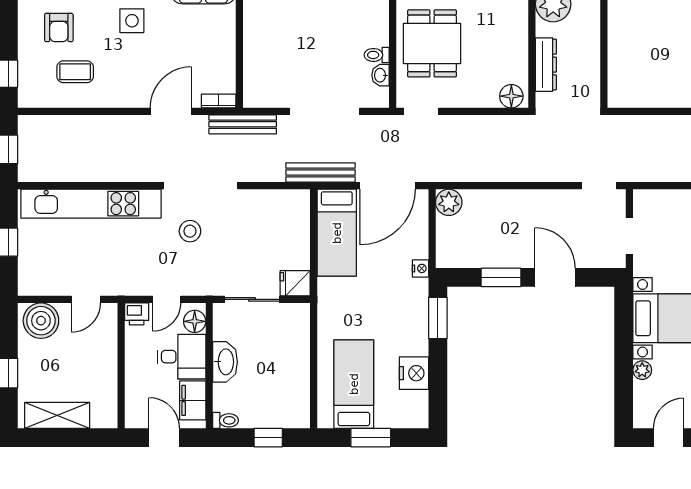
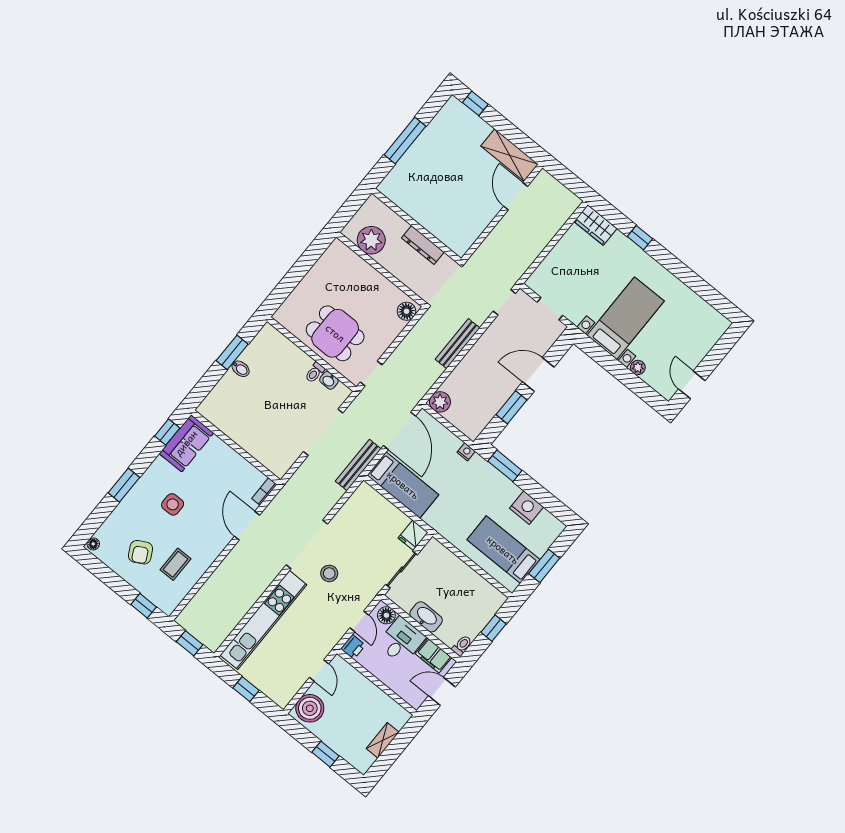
armchair: (59, 28) -> (140, 552), turned 62
dresser: (546, 65) -> (423, 245), moved, turned 180
bench: (243, 124) -> (458, 344), moved
shelving: (57, 415) -> (383, 740), width x0.67, depth x0.75

